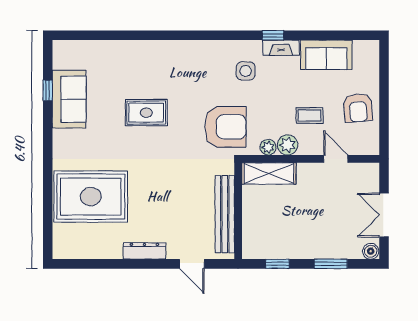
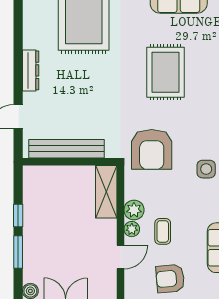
rug: (146, 113) -> (166, 72), width x1.36, depth x1.43
plant: (268, 147) -> (132, 229), moved
window: (278, 264) -> (18, 215), moved

